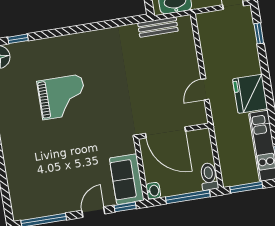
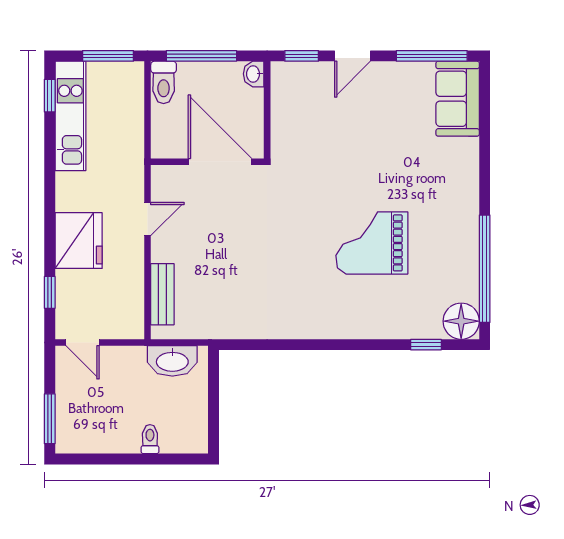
bench: (158, 27) -> (162, 294), moved, turned 90
fridge: (250, 94) -> (79, 241), moved
sofa: (127, 179) -> (458, 99), moved, turned 180

